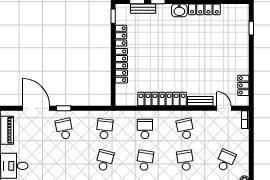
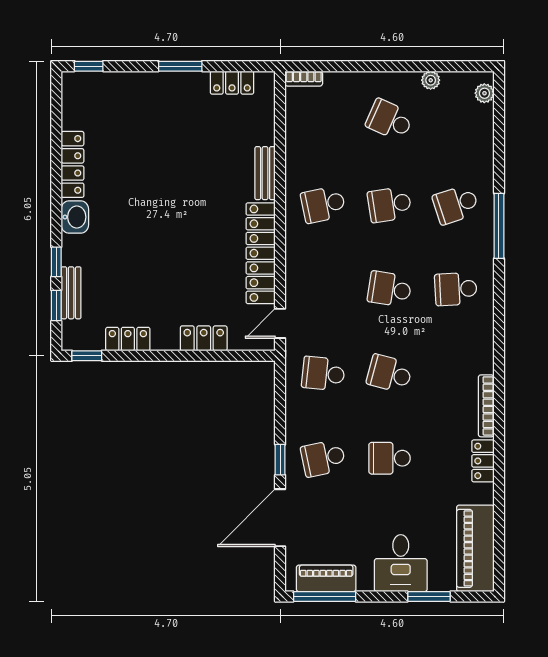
window: (251, 28) -> (89, 66), moved
window: (251, 61) -> (180, 66), added
locker: (121, 66) -> (204, 338), width x0.66
door: (224, 108) -> (280, 323), moved
school desk: (145, 129) -> (390, 458), moved

